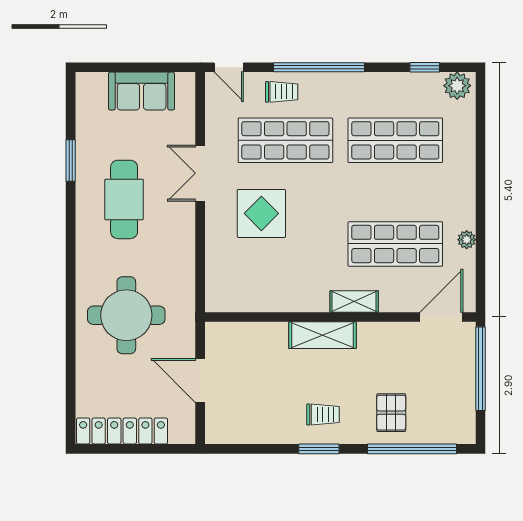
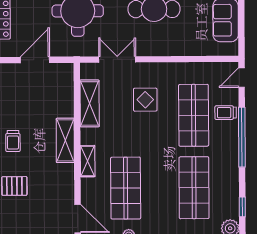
trolley: (282, 92) -> (226, 113), turned 90
double door: (200, 173) -> (117, 59), moved
display table: (261, 213) -> (145, 100), width x0.73, depth x0.73
shelving: (267, 298) -> (90, 103), added

